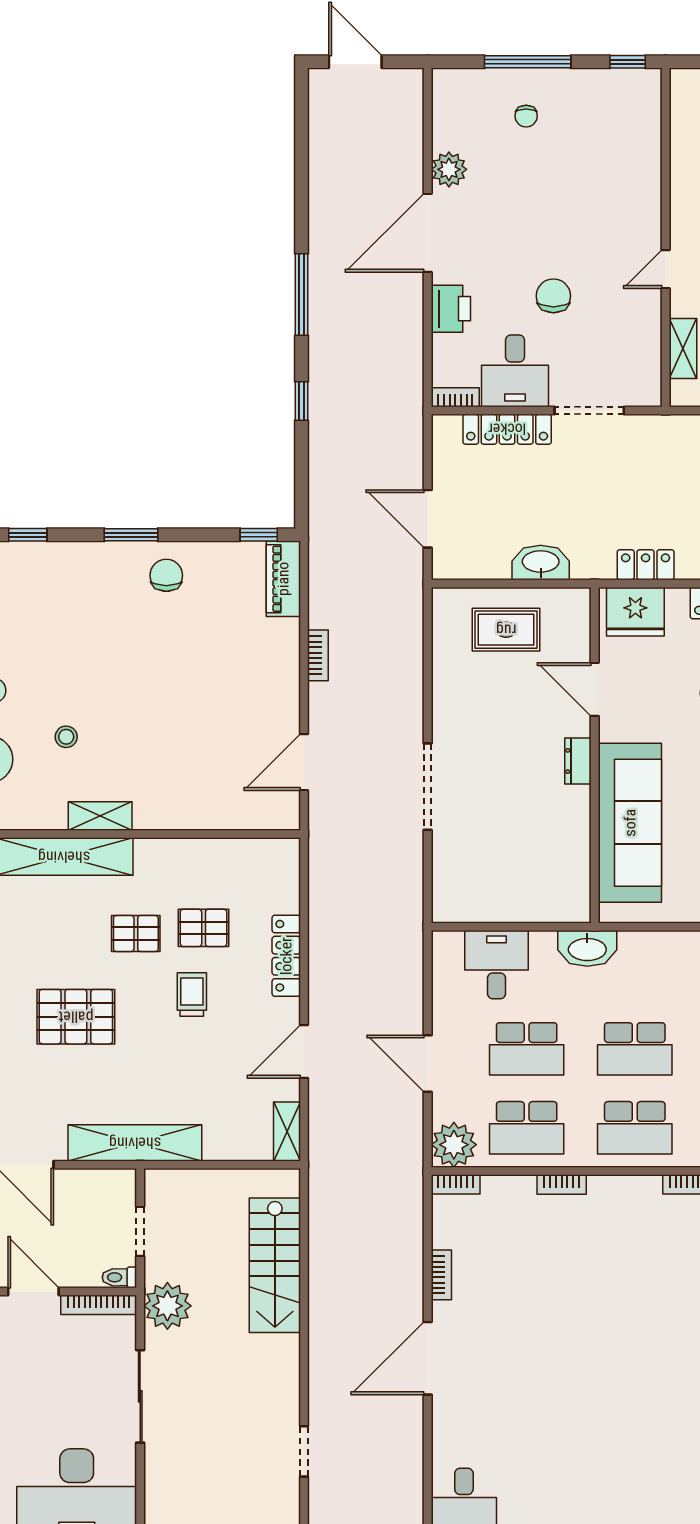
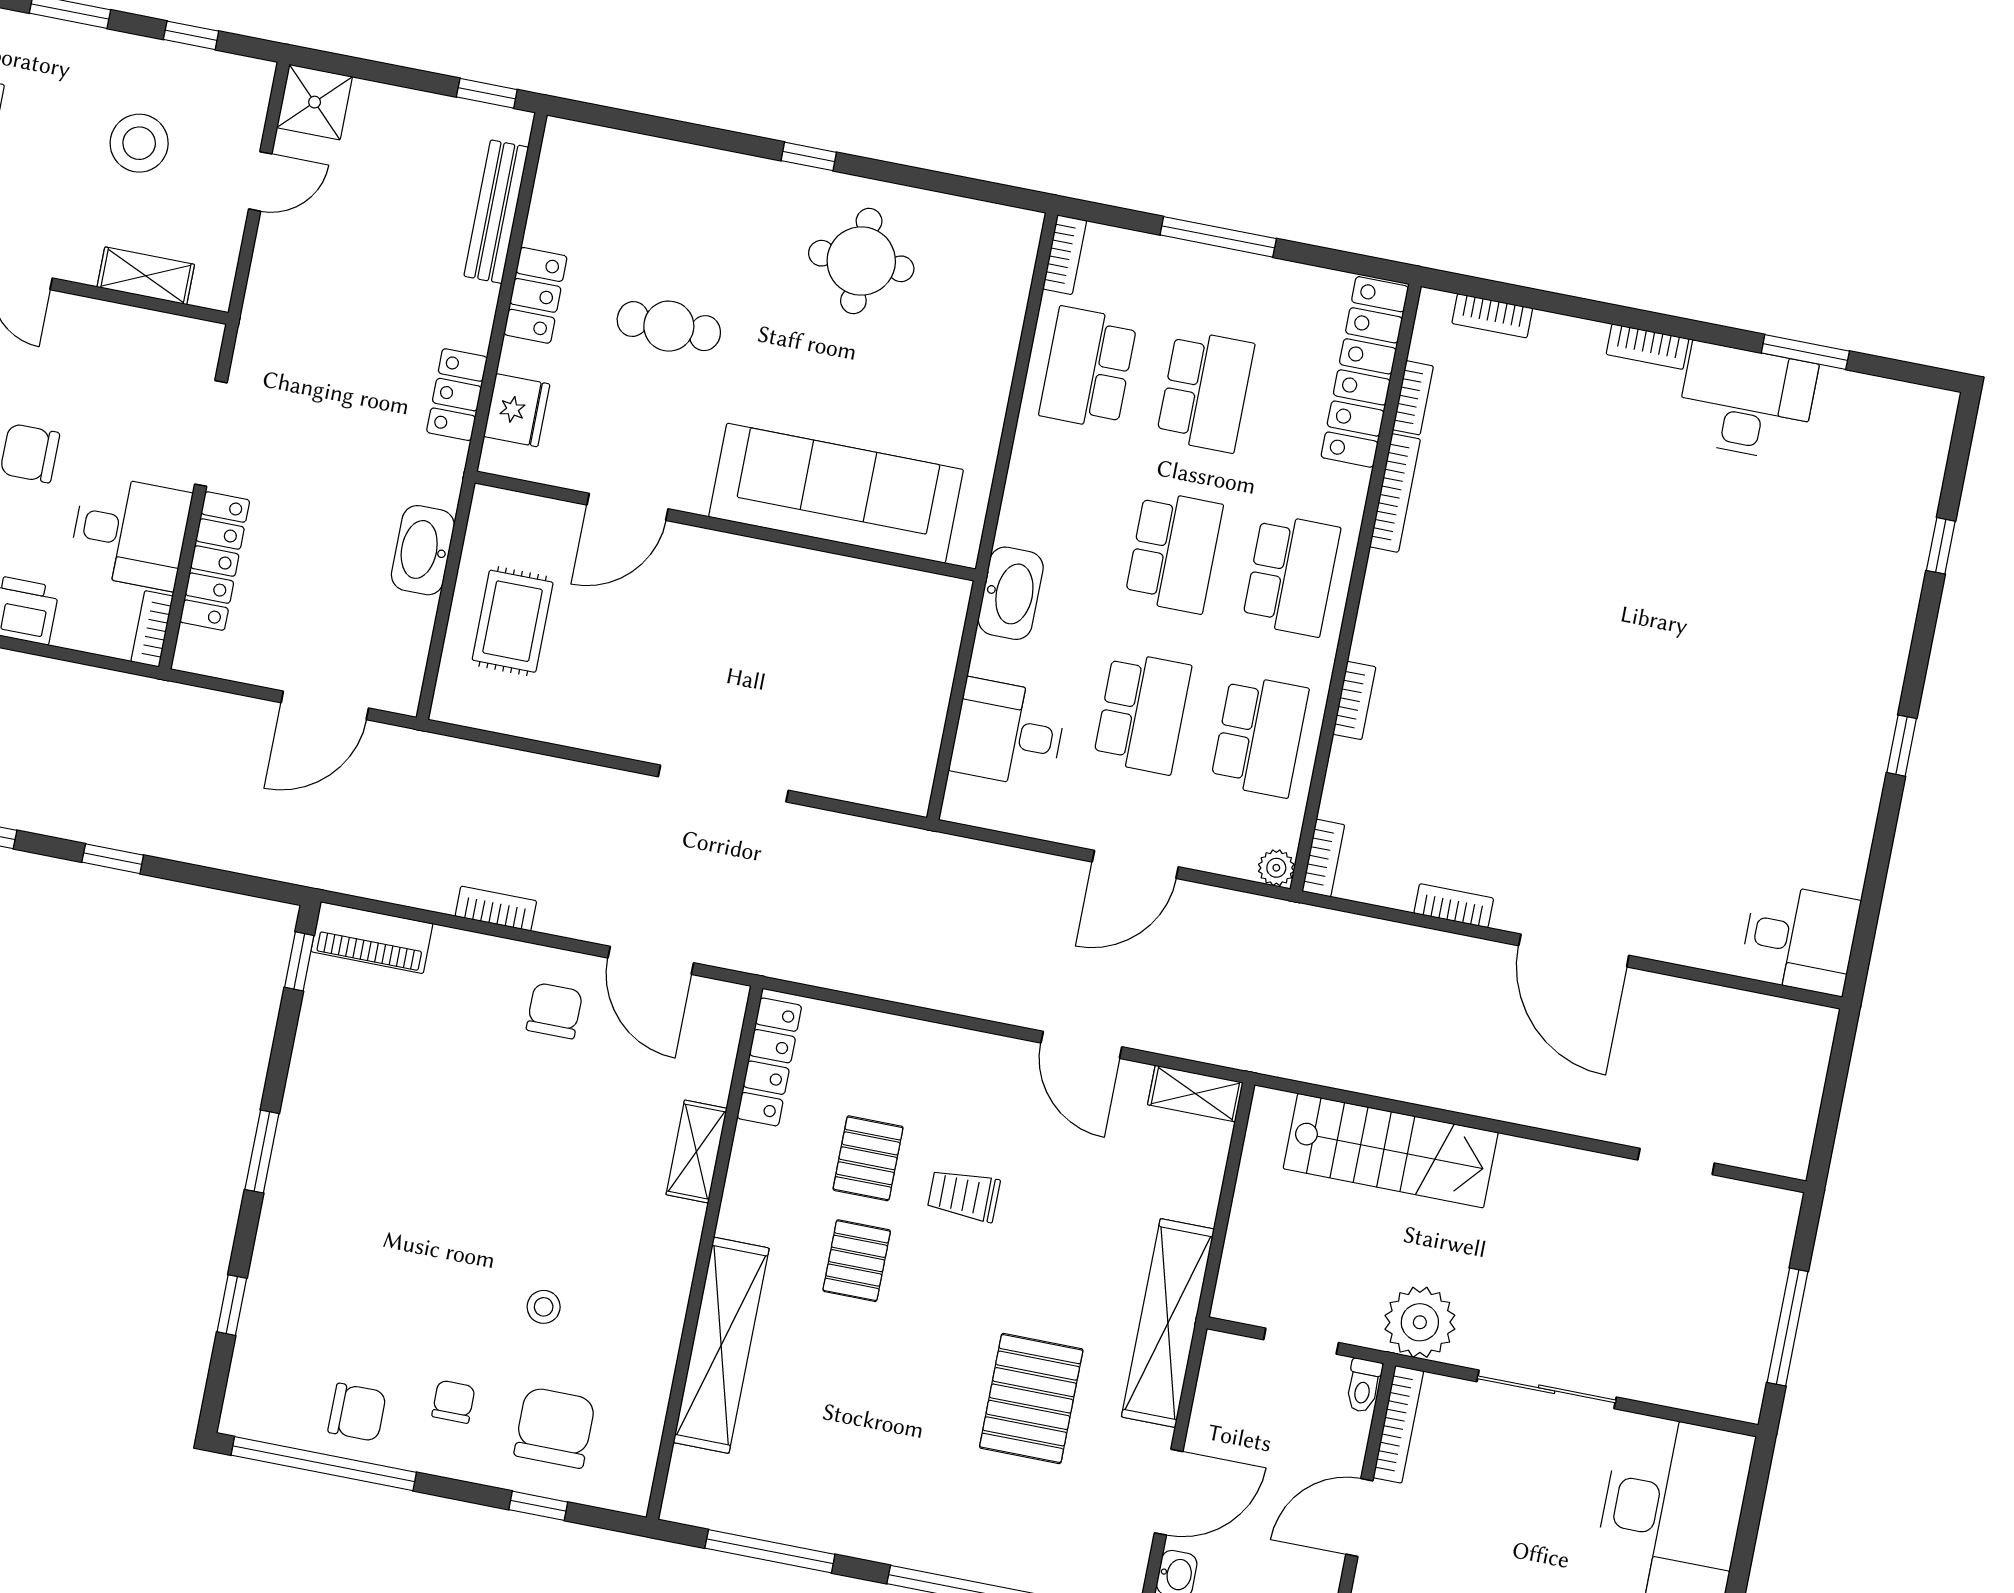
chair: (166, 575) -> (554, 1011), moved, turned 90
fridge: (635, 612) -> (517, 410), width x0.73, depth x0.75
dresser: (578, 761) -> (729, 553), removed
shelving: (100, 816) -> (696, 1152), moved
locker: (286, 956) -> (769, 1062), moved, turned -90
pallet: (76, 1017) -> (1031, 1399), moved
plant: (454, 1145) -> (1276, 868), width x0.53, depth x0.53

